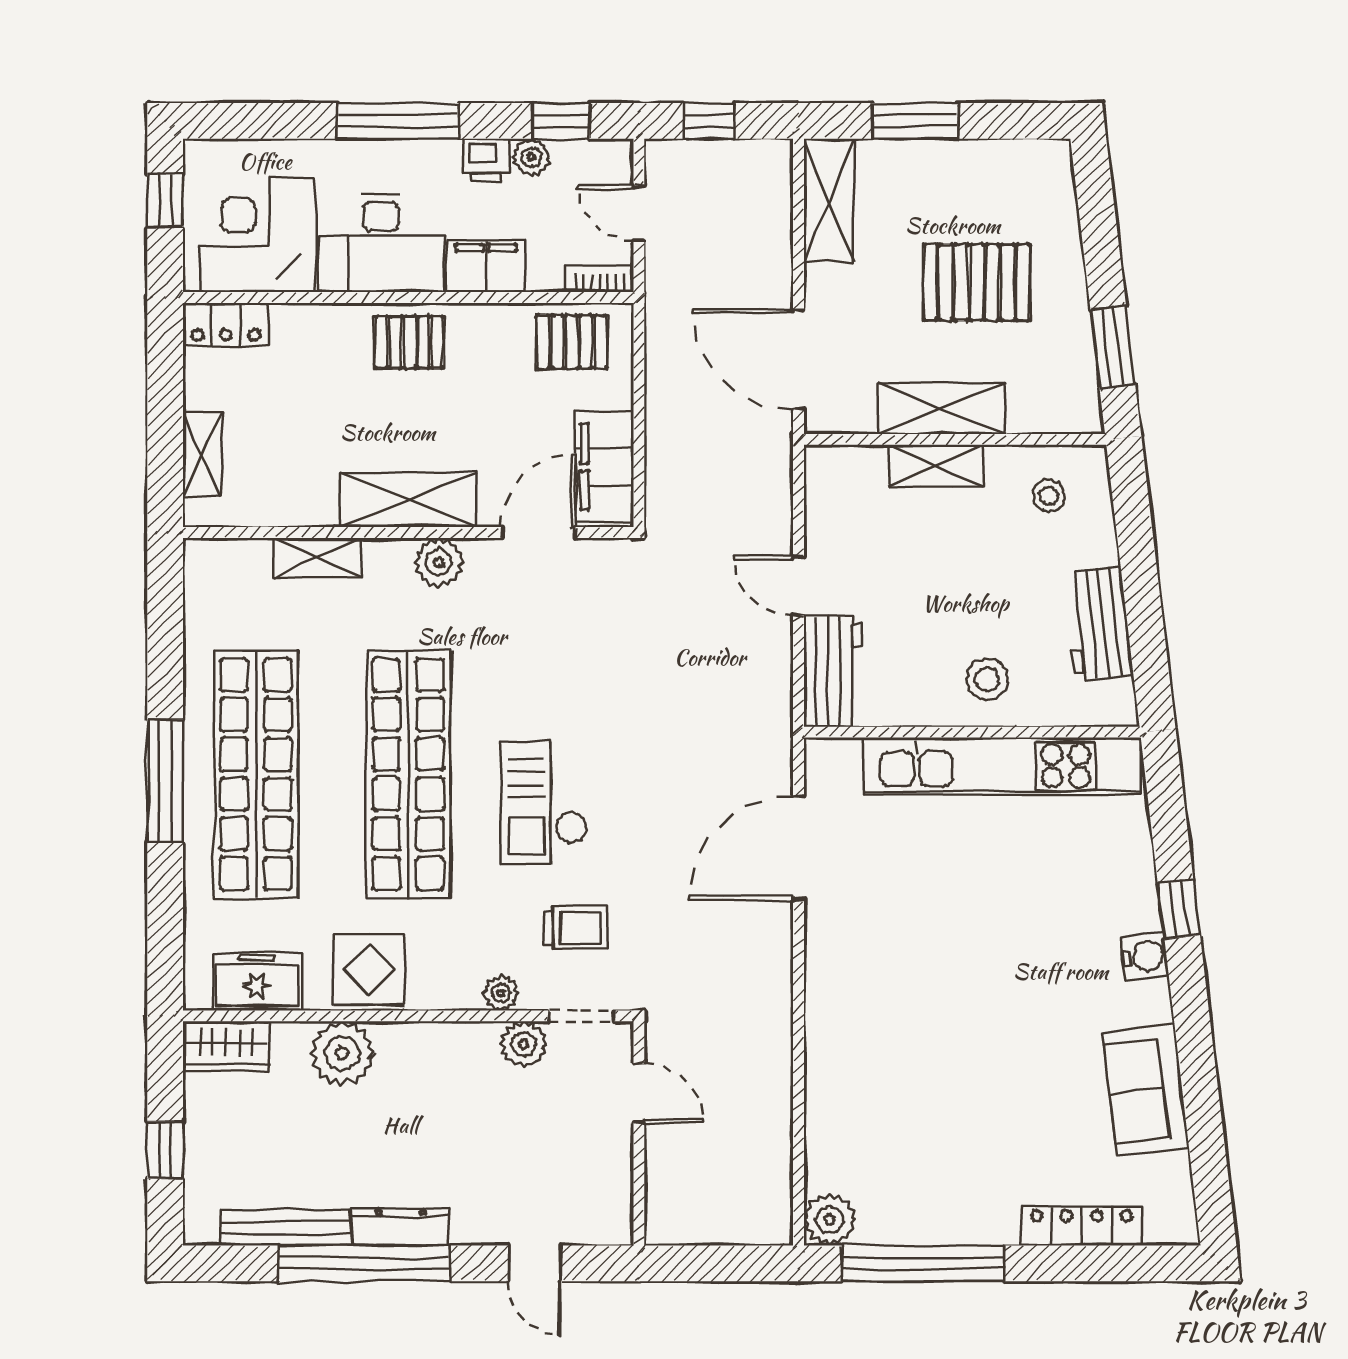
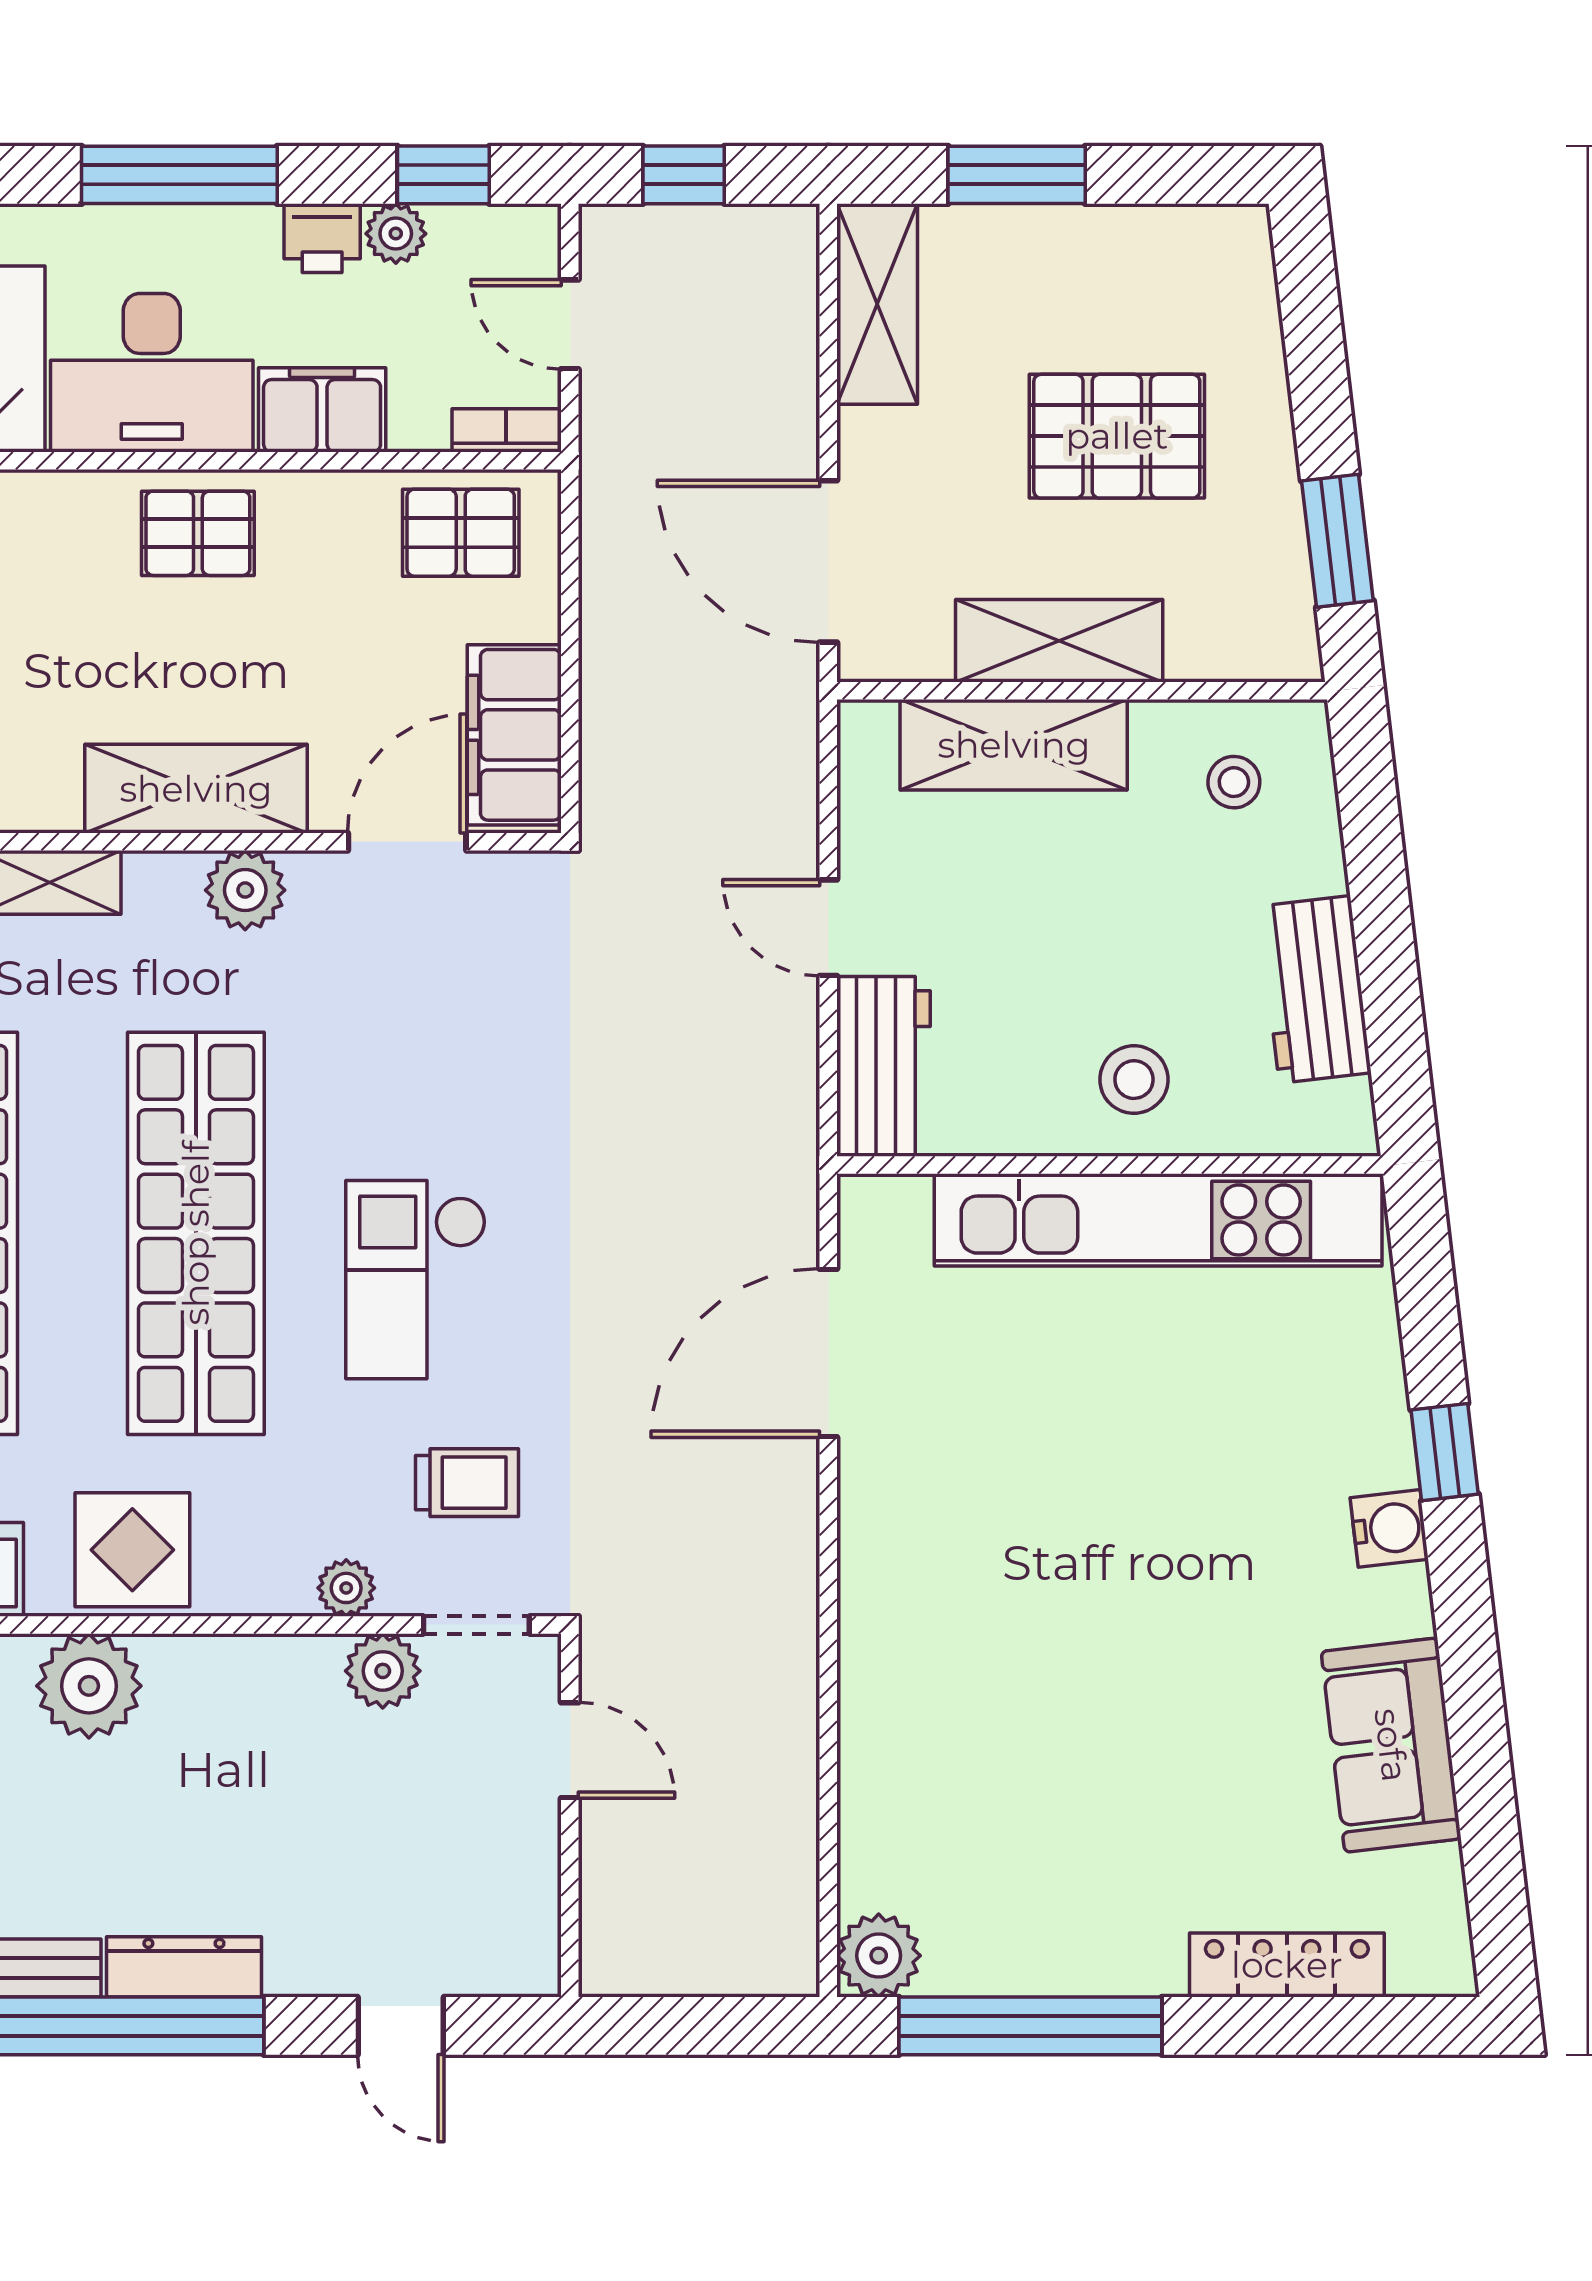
shelving: (936, 466) -> (1014, 745), width x1.50, depth x1.33

